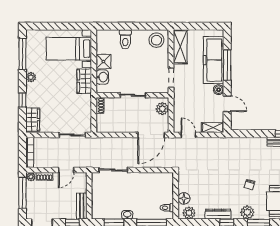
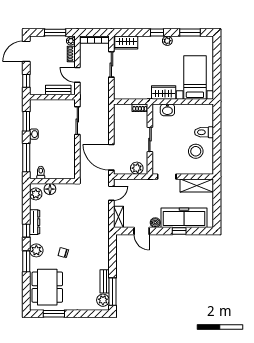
stool: (156, 40) -> (196, 151), moved
window: (22, 54) -> (190, 32), width x0.69
shower: (103, 62) -> (182, 111), removed
window: (227, 65) -> (179, 231), width x0.46
window: (22, 100) -> (157, 32), moved
door: (227, 104) -> (142, 231), hinge flipped
sliding door: (72, 135) -> (111, 64), moved
window: (22, 193) -> (55, 32), width x0.69
bench: (82, 206) -> (58, 90), moved

